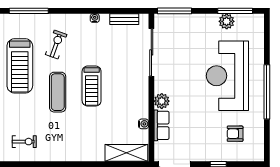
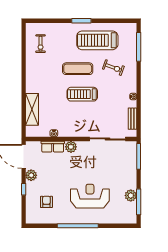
reception desk: (227, 76) -> (90, 196), width x0.74, depth x0.77
shelving: (126, 153) -> (32, 109), moved
plant: (200, 154) -> (31, 175), added

